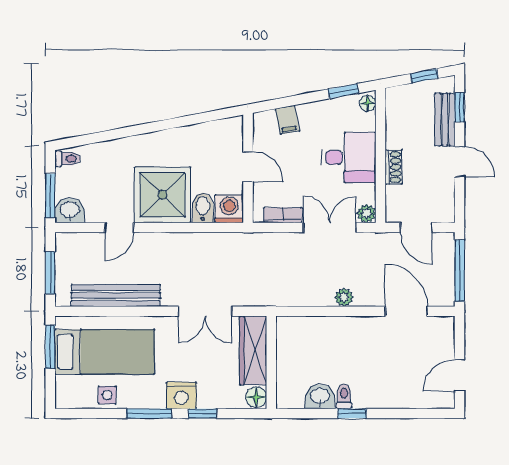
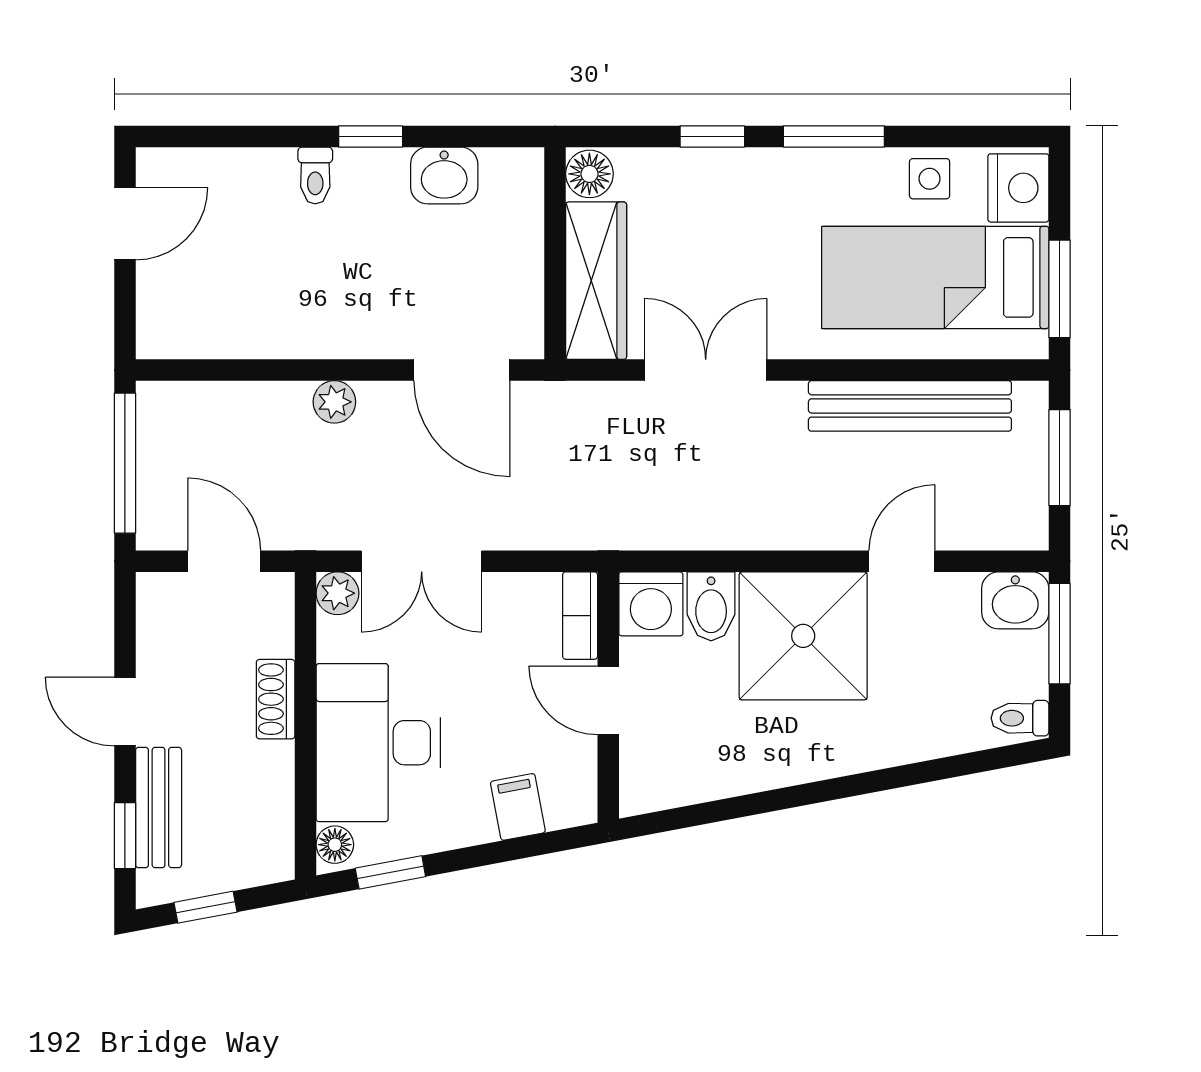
desk: (349, 157) -> (378, 743), width x1.37
bookcase: (283, 215) -> (580, 616), moved, turned 90
plant: (344, 297) -> (334, 402), moved
door: (406, 311) -> (462, 370), moved
nightstand: (181, 396) -> (1018, 188), moved, turned 90
toilet: (344, 396) -> (315, 175), moved

